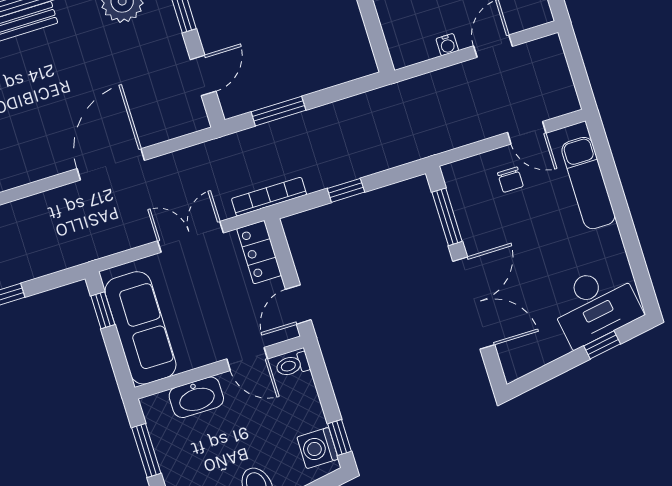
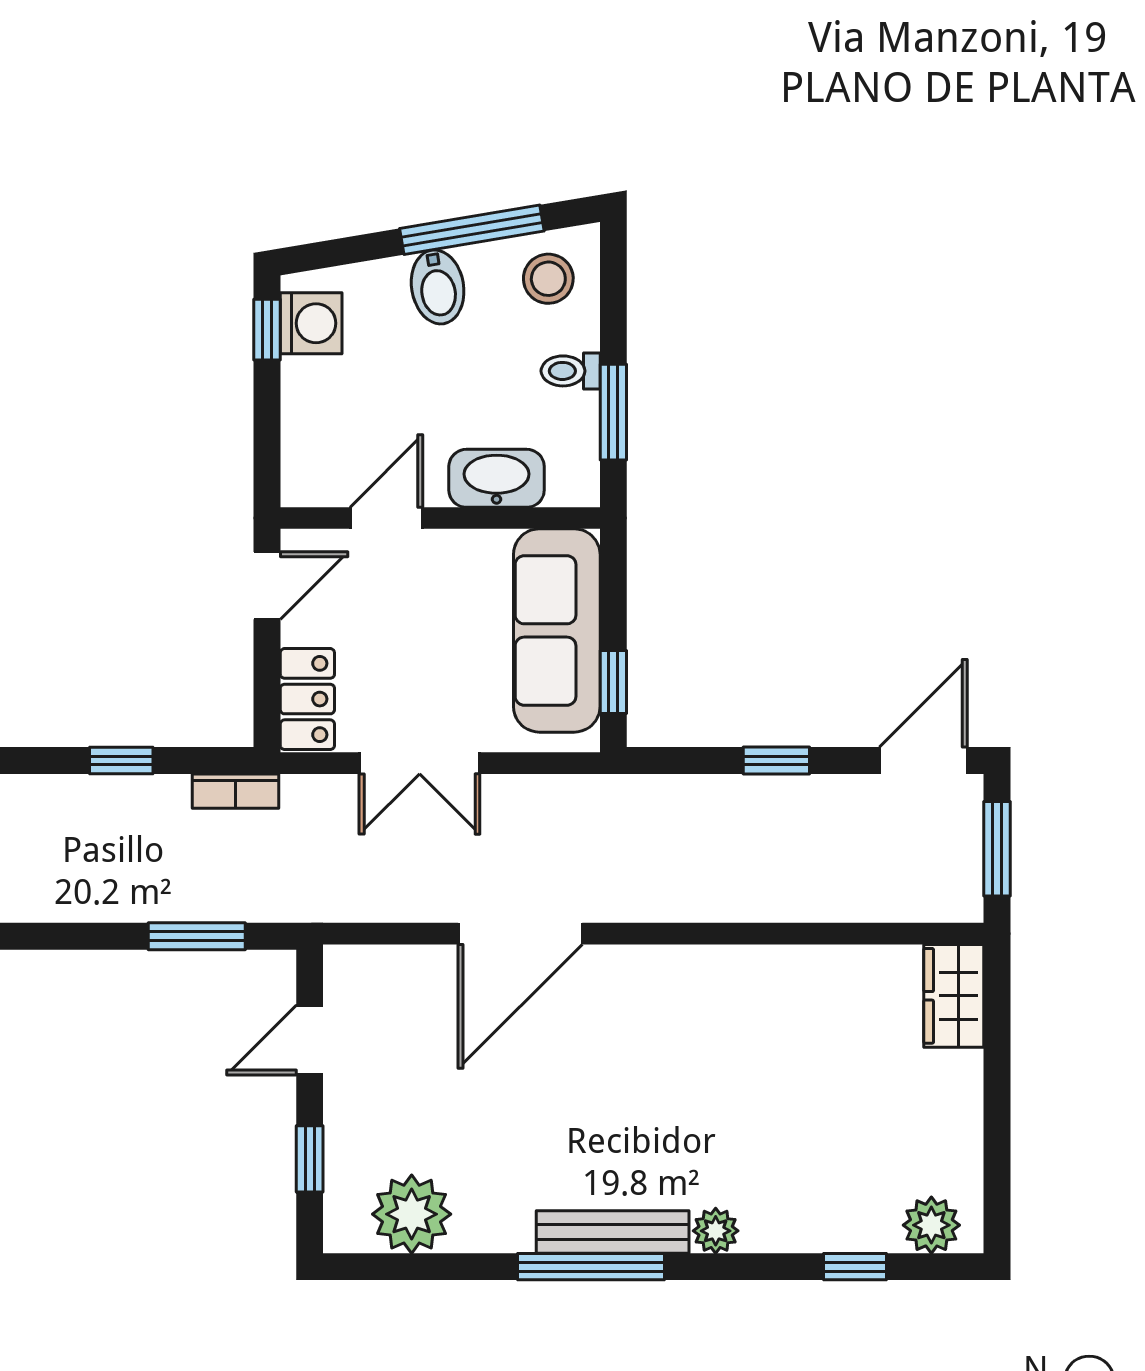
bookcase: (269, 197) -> (236, 791), width x0.64
door: (247, 359) -> (386, 518), hinge flipped
toilet: (293, 365) -> (571, 371), moved, turned 180

